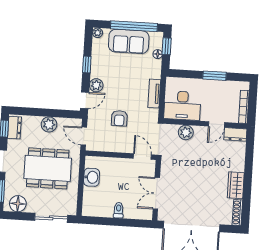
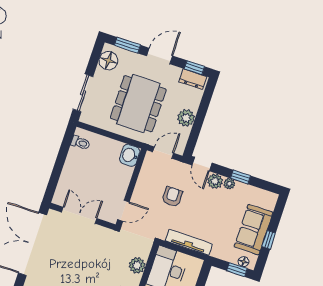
window: (134, 26) -> (269, 240), width x0.32
plant: (98, 33) -> (229, 184), moved
floor lamp: (158, 54) -> (243, 262), moved
tv unit: (154, 94) -> (189, 242), width x1.41
armchair: (119, 118) -> (172, 197), turned 90
washbasin: (92, 177) -> (130, 155), moved, turned 90
toilet: (119, 210) -> (80, 143), moved

